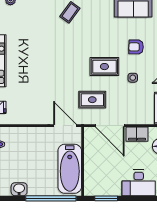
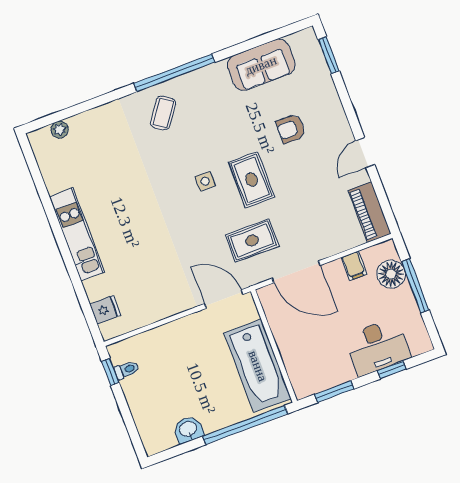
rug: (104, 67) -> (252, 180), turned 90
side table: (133, 78) -> (205, 181), moved
filing cabinet: (137, 134) -> (354, 266), width x0.50
window: (142, 198) -> (392, 370), added

